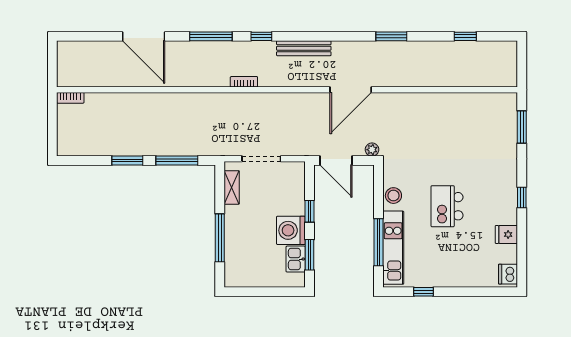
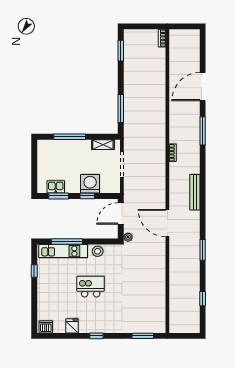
window: (261, 36) -> (203, 164), removed
window: (127, 161) -> (121, 51), moved
washing machine: (291, 230) -> (90, 184), moved

